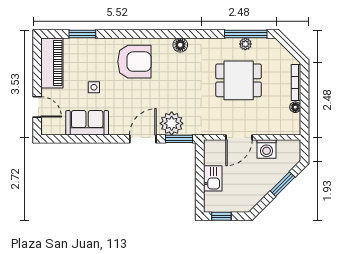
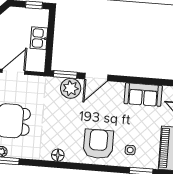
armchair: (134, 62) -> (98, 144), turned 90
side table: (94, 87) -> (130, 150), moved

